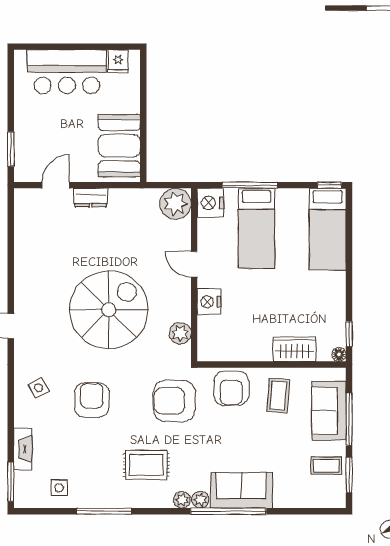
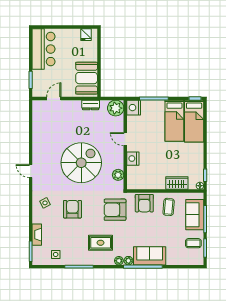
bar counter: (67, 72) -> (44, 49), moved, turned -90
dresser: (91, 198) -> (91, 105), moved
bed: (256, 228) -> (174, 121), moved

